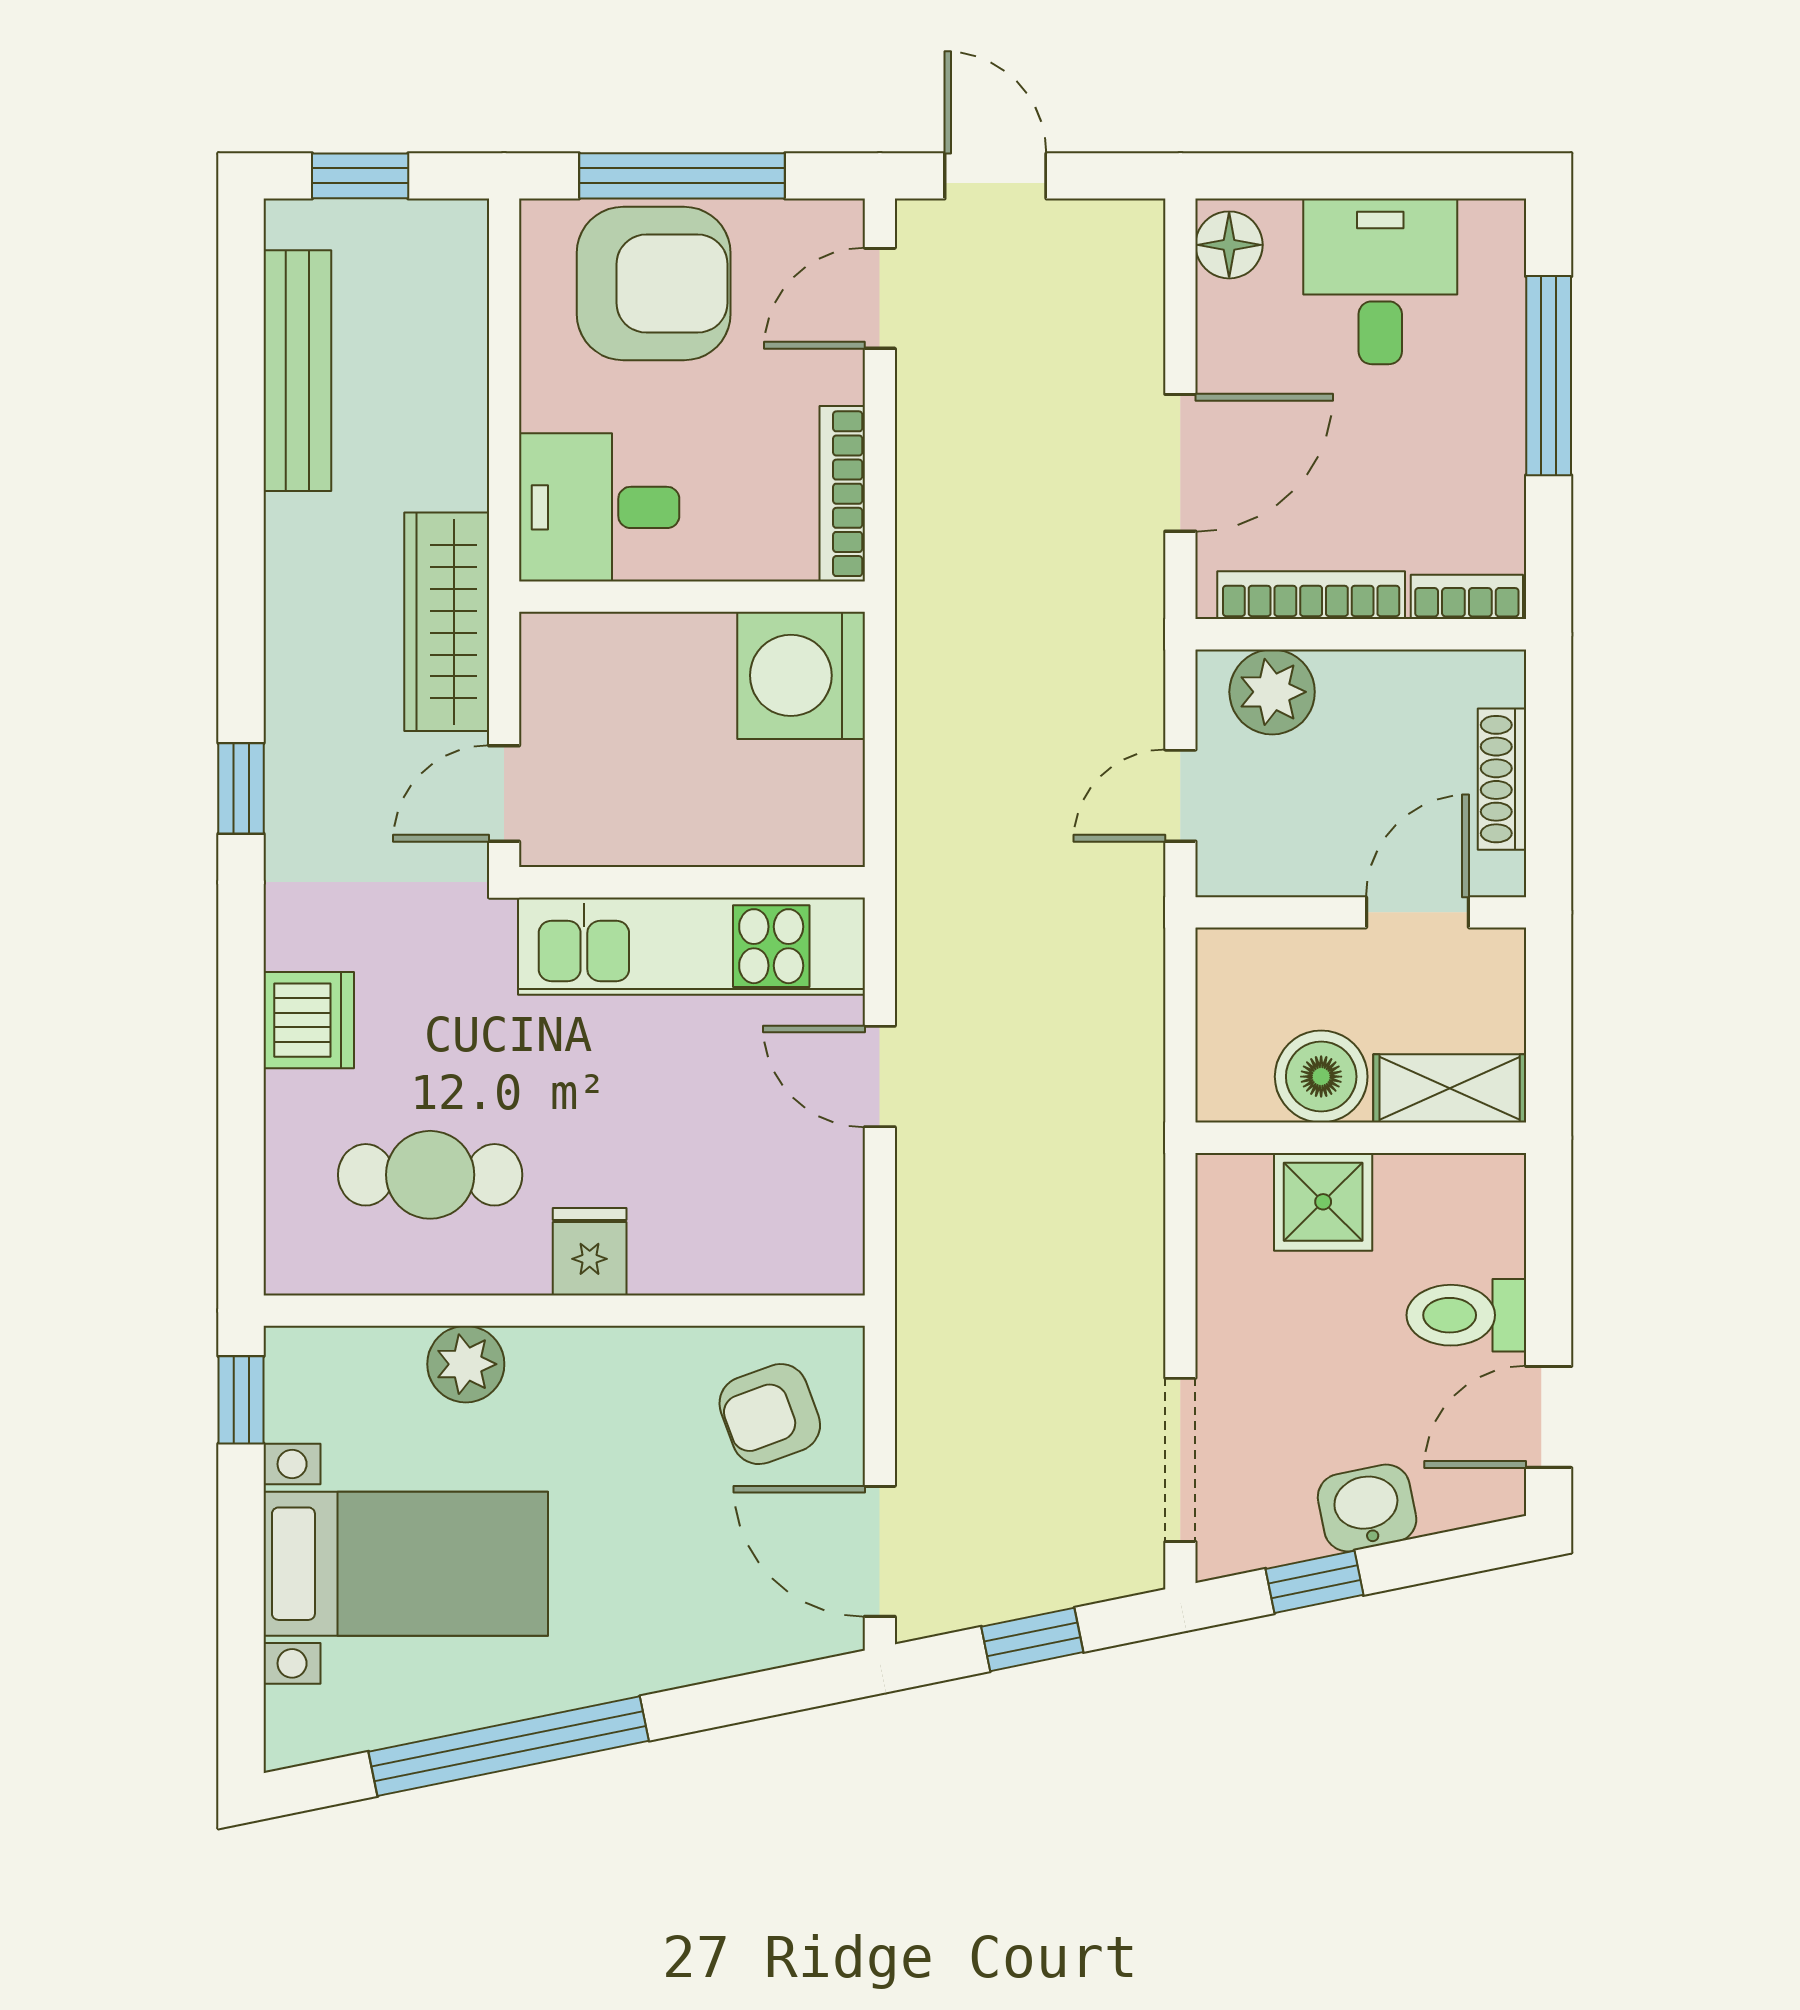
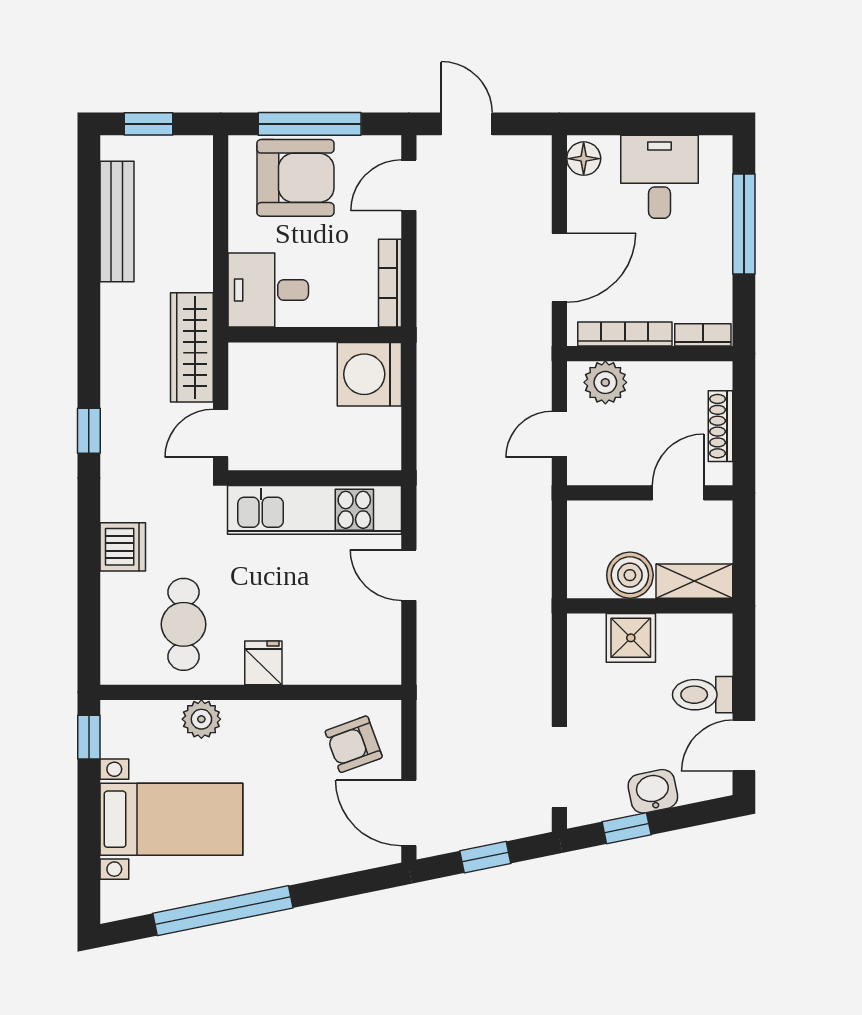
cafe table: (430, 1175) -> (184, 624), turned 90

